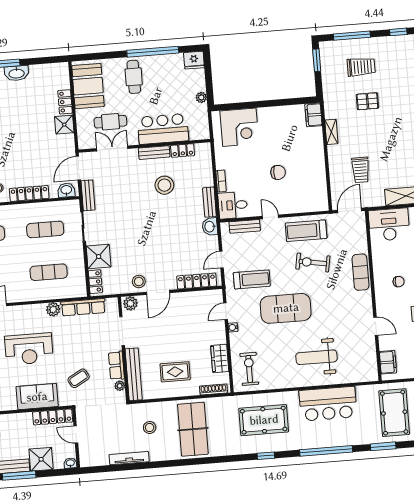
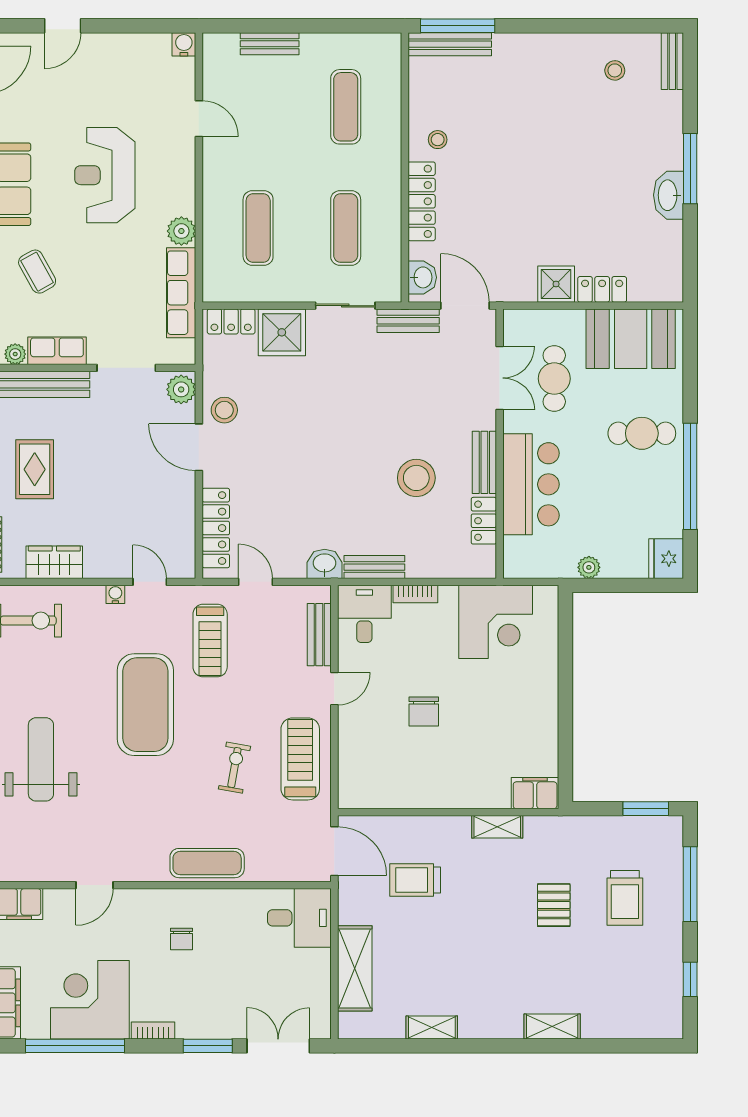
corner desk: (239, 127) -> (496, 622), moved, turned -90
desk: (389, 225) -> (299, 918), width x0.73
exercise bike: (313, 263) -> (234, 768), width x0.73, depth x0.72

